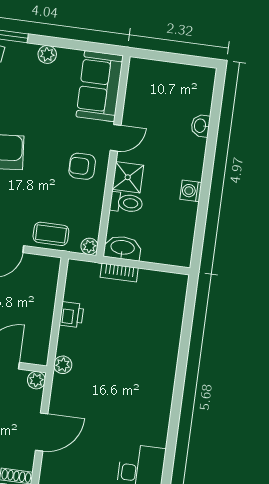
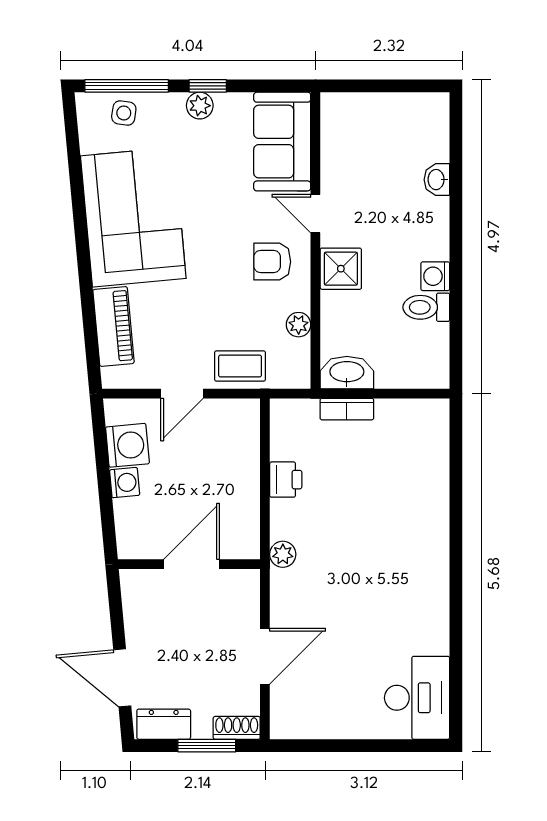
window: (54, 42) -> (208, 86), added
door: (116, 138) -> (315, 214), swing flipped
toilet: (126, 203) -> (426, 307), moved, turned 180
plant: (89, 246) -> (299, 325), moved
plant: (36, 380) -> (247, 582), removed

